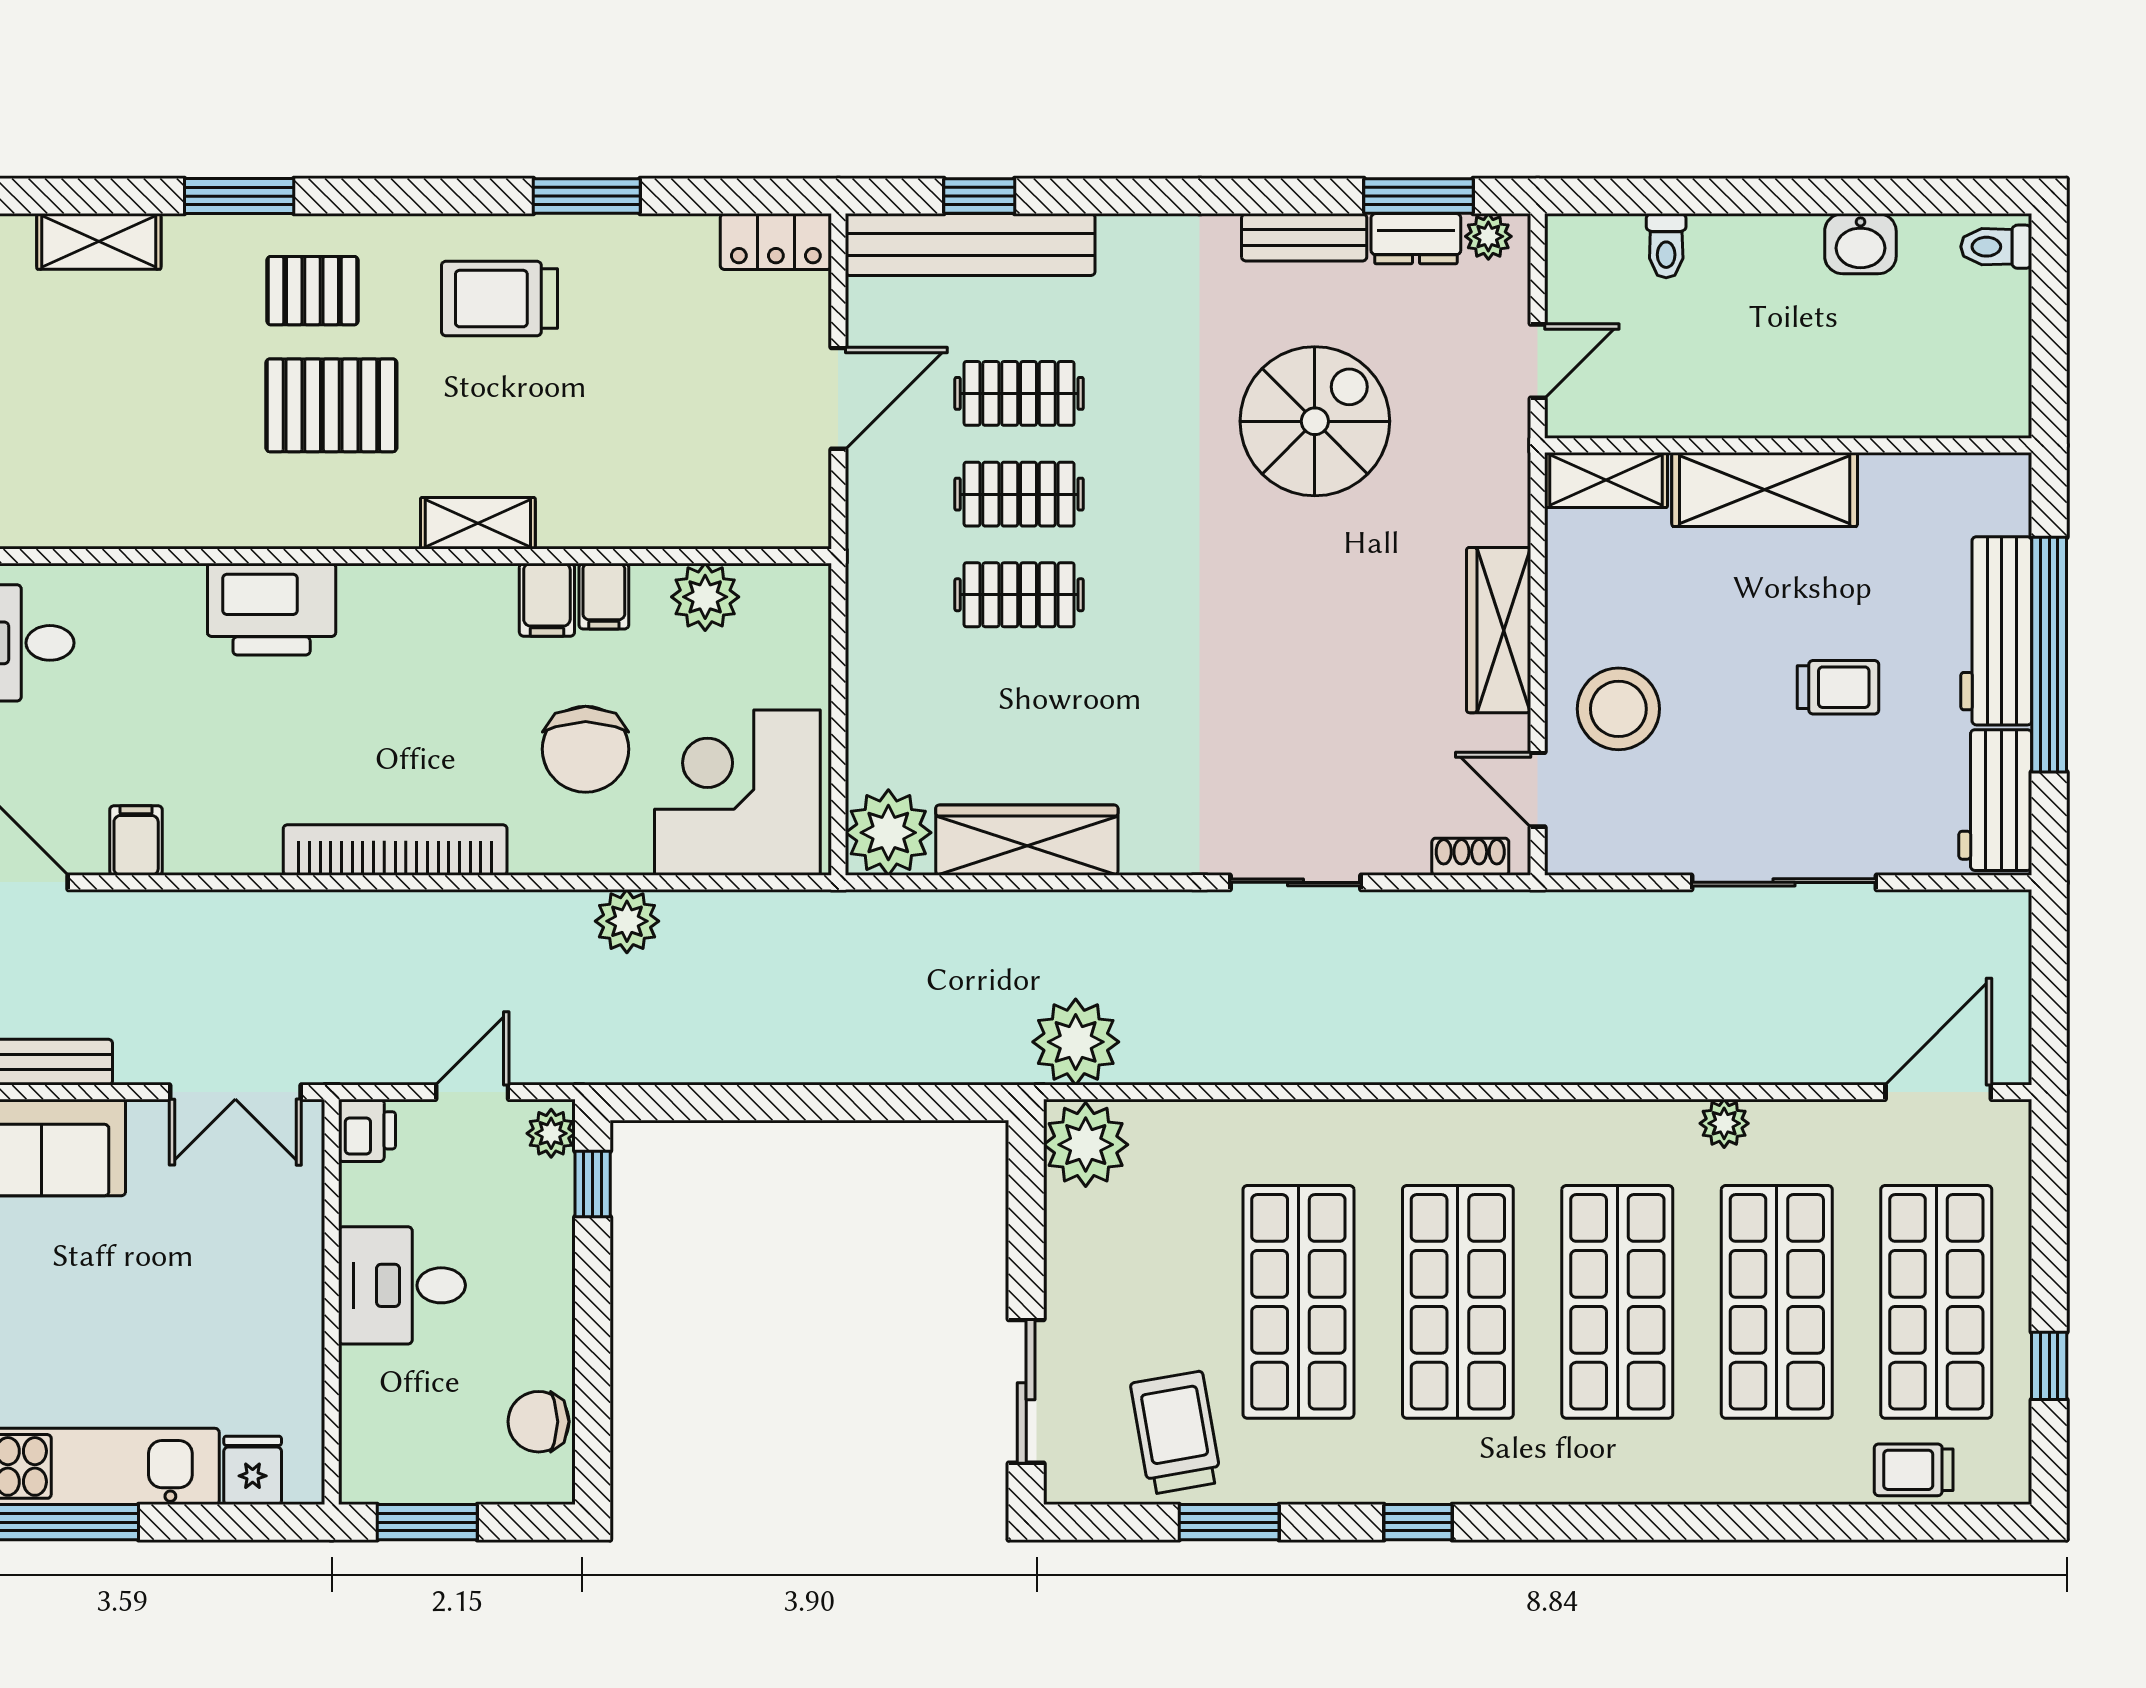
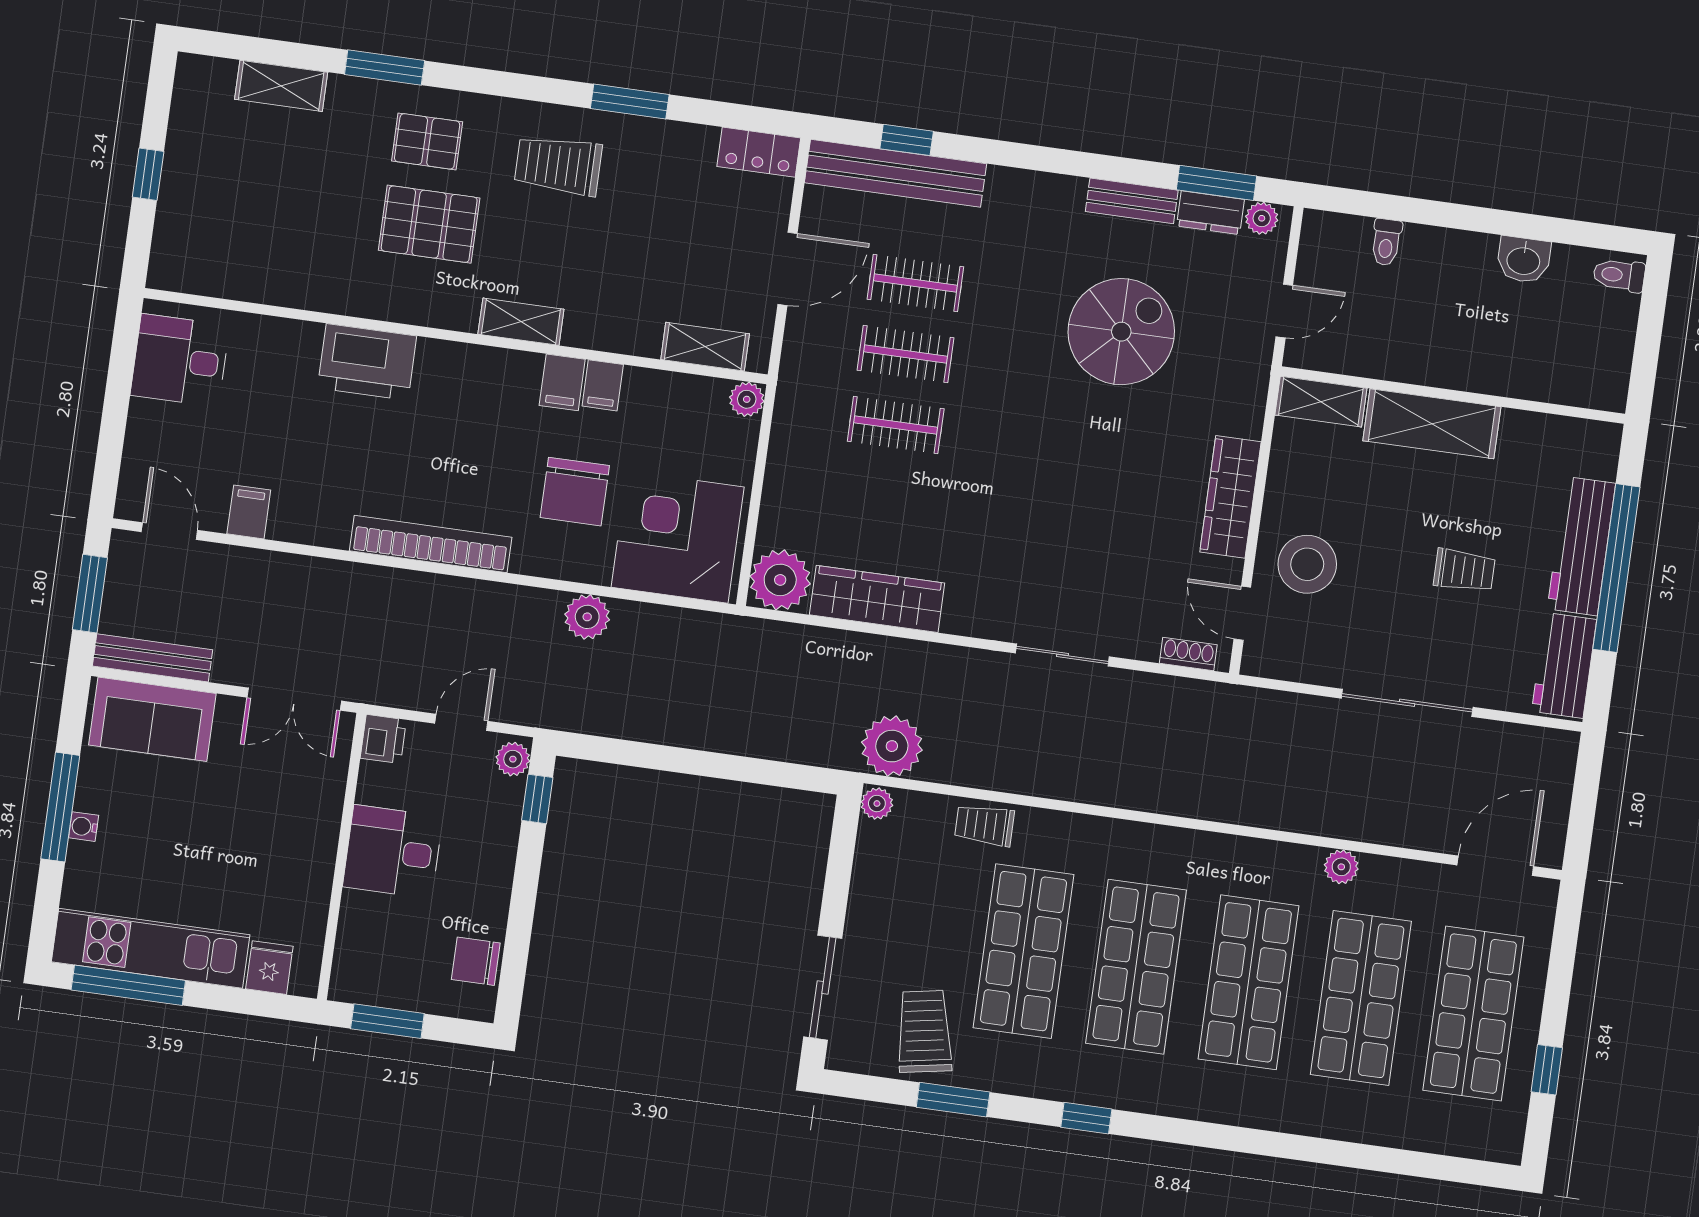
shelving: (739, 522) -> (705, 347), added
plant: (705, 597) -> (747, 399), moved, width x0.73, depth x0.73
plant: (1086, 1145) -> (877, 804), width x0.53, depth x0.53
trolley: (1914, 1470) -> (984, 825), moved

